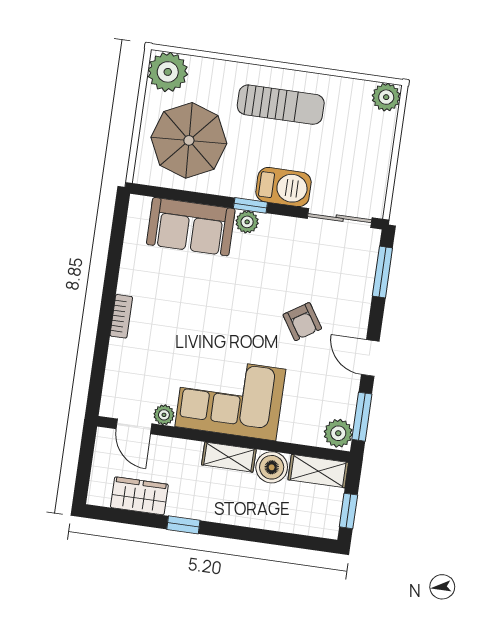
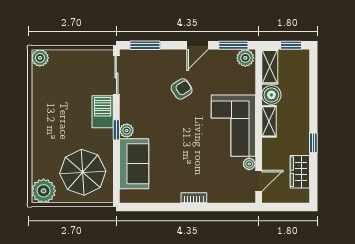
sun lounger: (281, 105) -> (53, 120), removed

